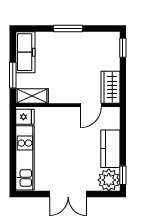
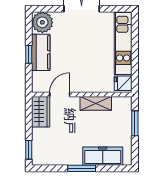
freezer: (25, 52) -> (103, 156), moved, turned 90
shelving: (32, 96) -> (96, 103), moved
window: (123, 175) -> (29, 54), moved

